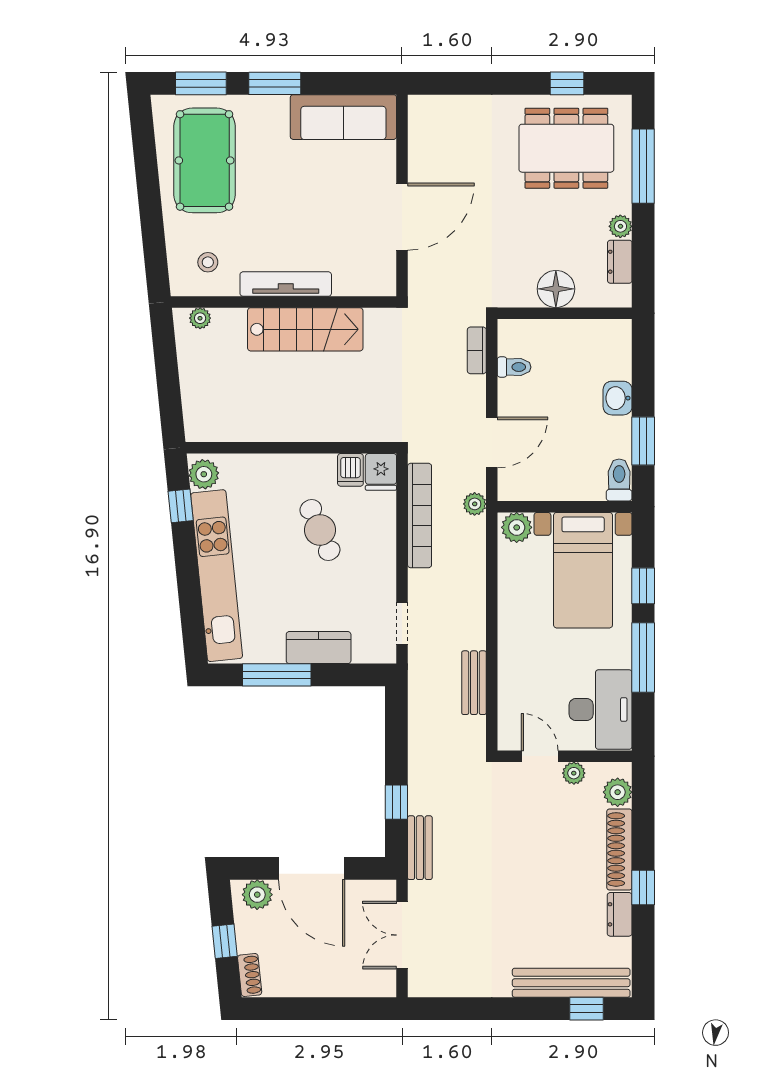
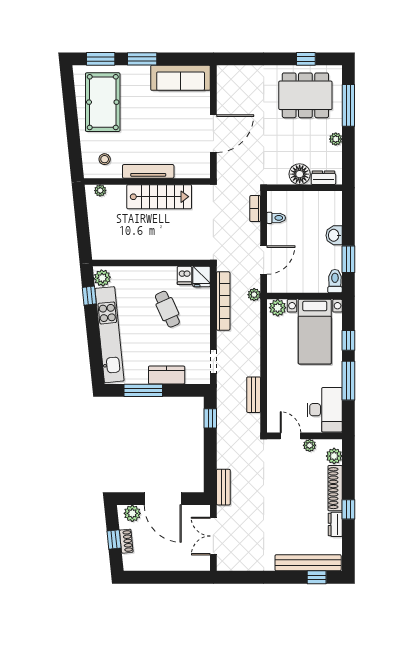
dresser: (620, 262) -> (323, 178), moved, turned 90
window: (396, 802) -> (210, 418), moved
shoe rack: (250, 975) -> (126, 541), moved

